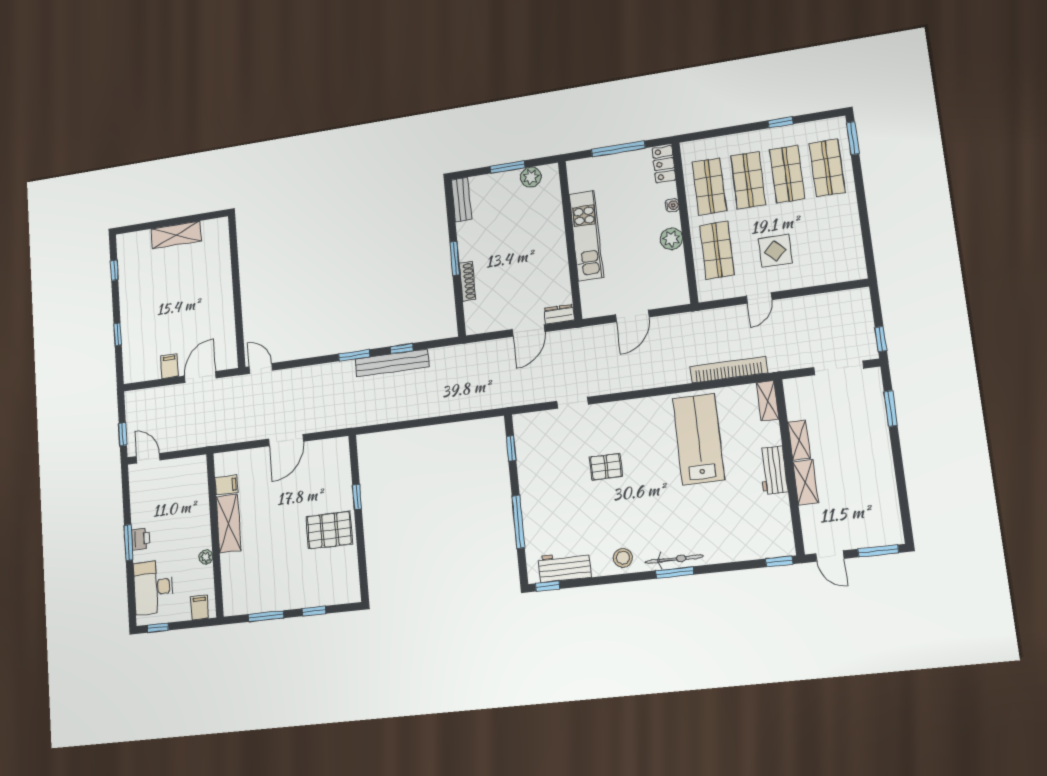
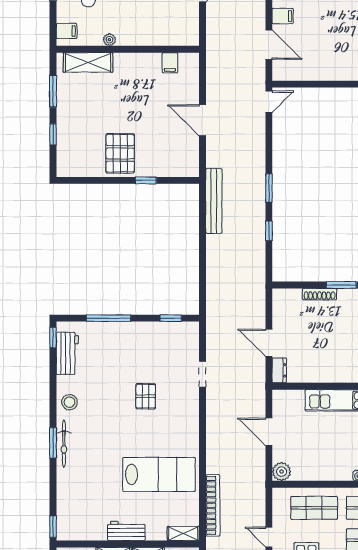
plant: (671, 239) -> (282, 472), moved
bench: (392, 363) -> (214, 201), moved
shelving: (228, 523) -> (88, 62), moved

